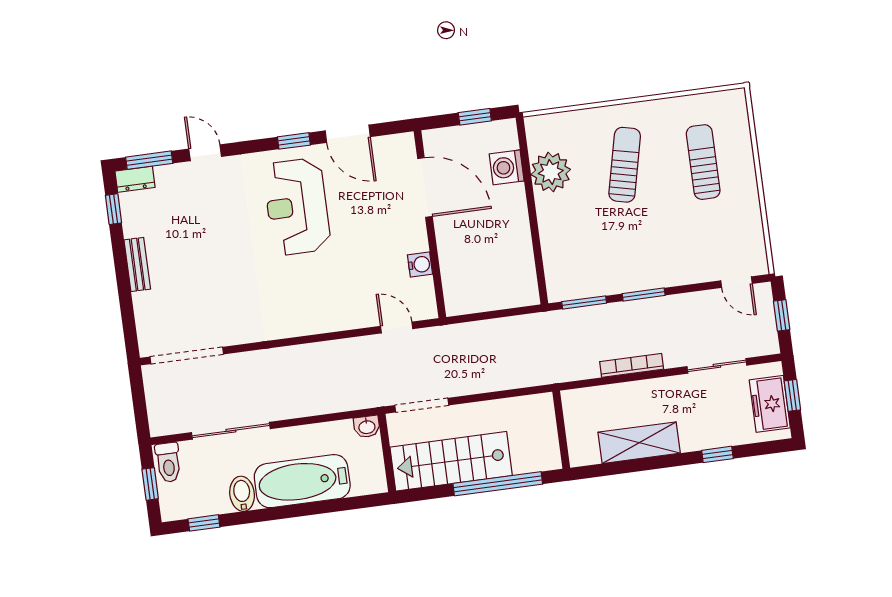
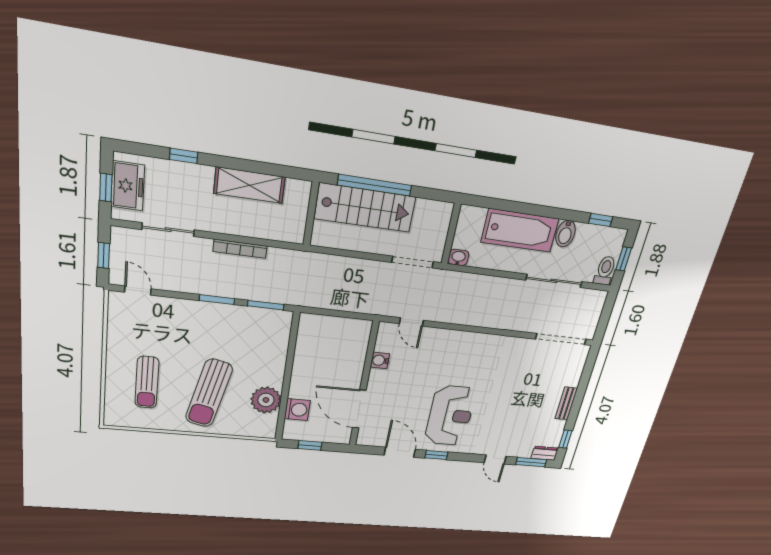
sun lounger: (625, 165) -> (209, 393), width x1.36, depth x1.34
stairs: (451, 461) -> (365, 208), moved

